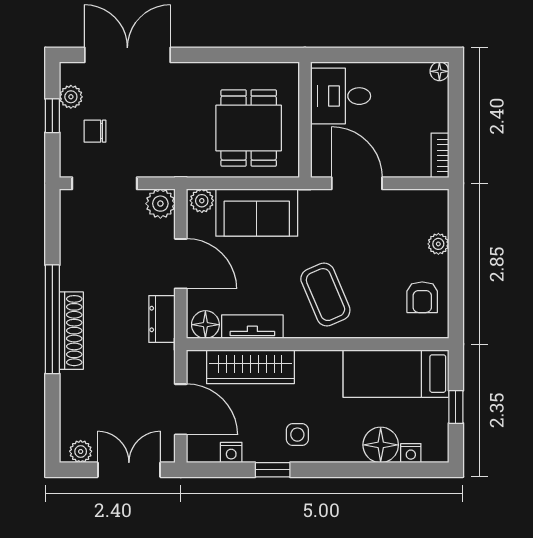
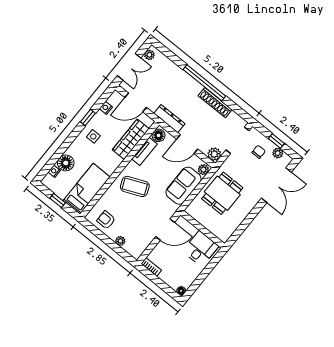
dining table: (249, 128) -> (222, 193), moved, turned 90
dresser: (162, 319) -> (169, 119), width x1.44
shoe rack: (71, 331) -> (215, 103), moved

